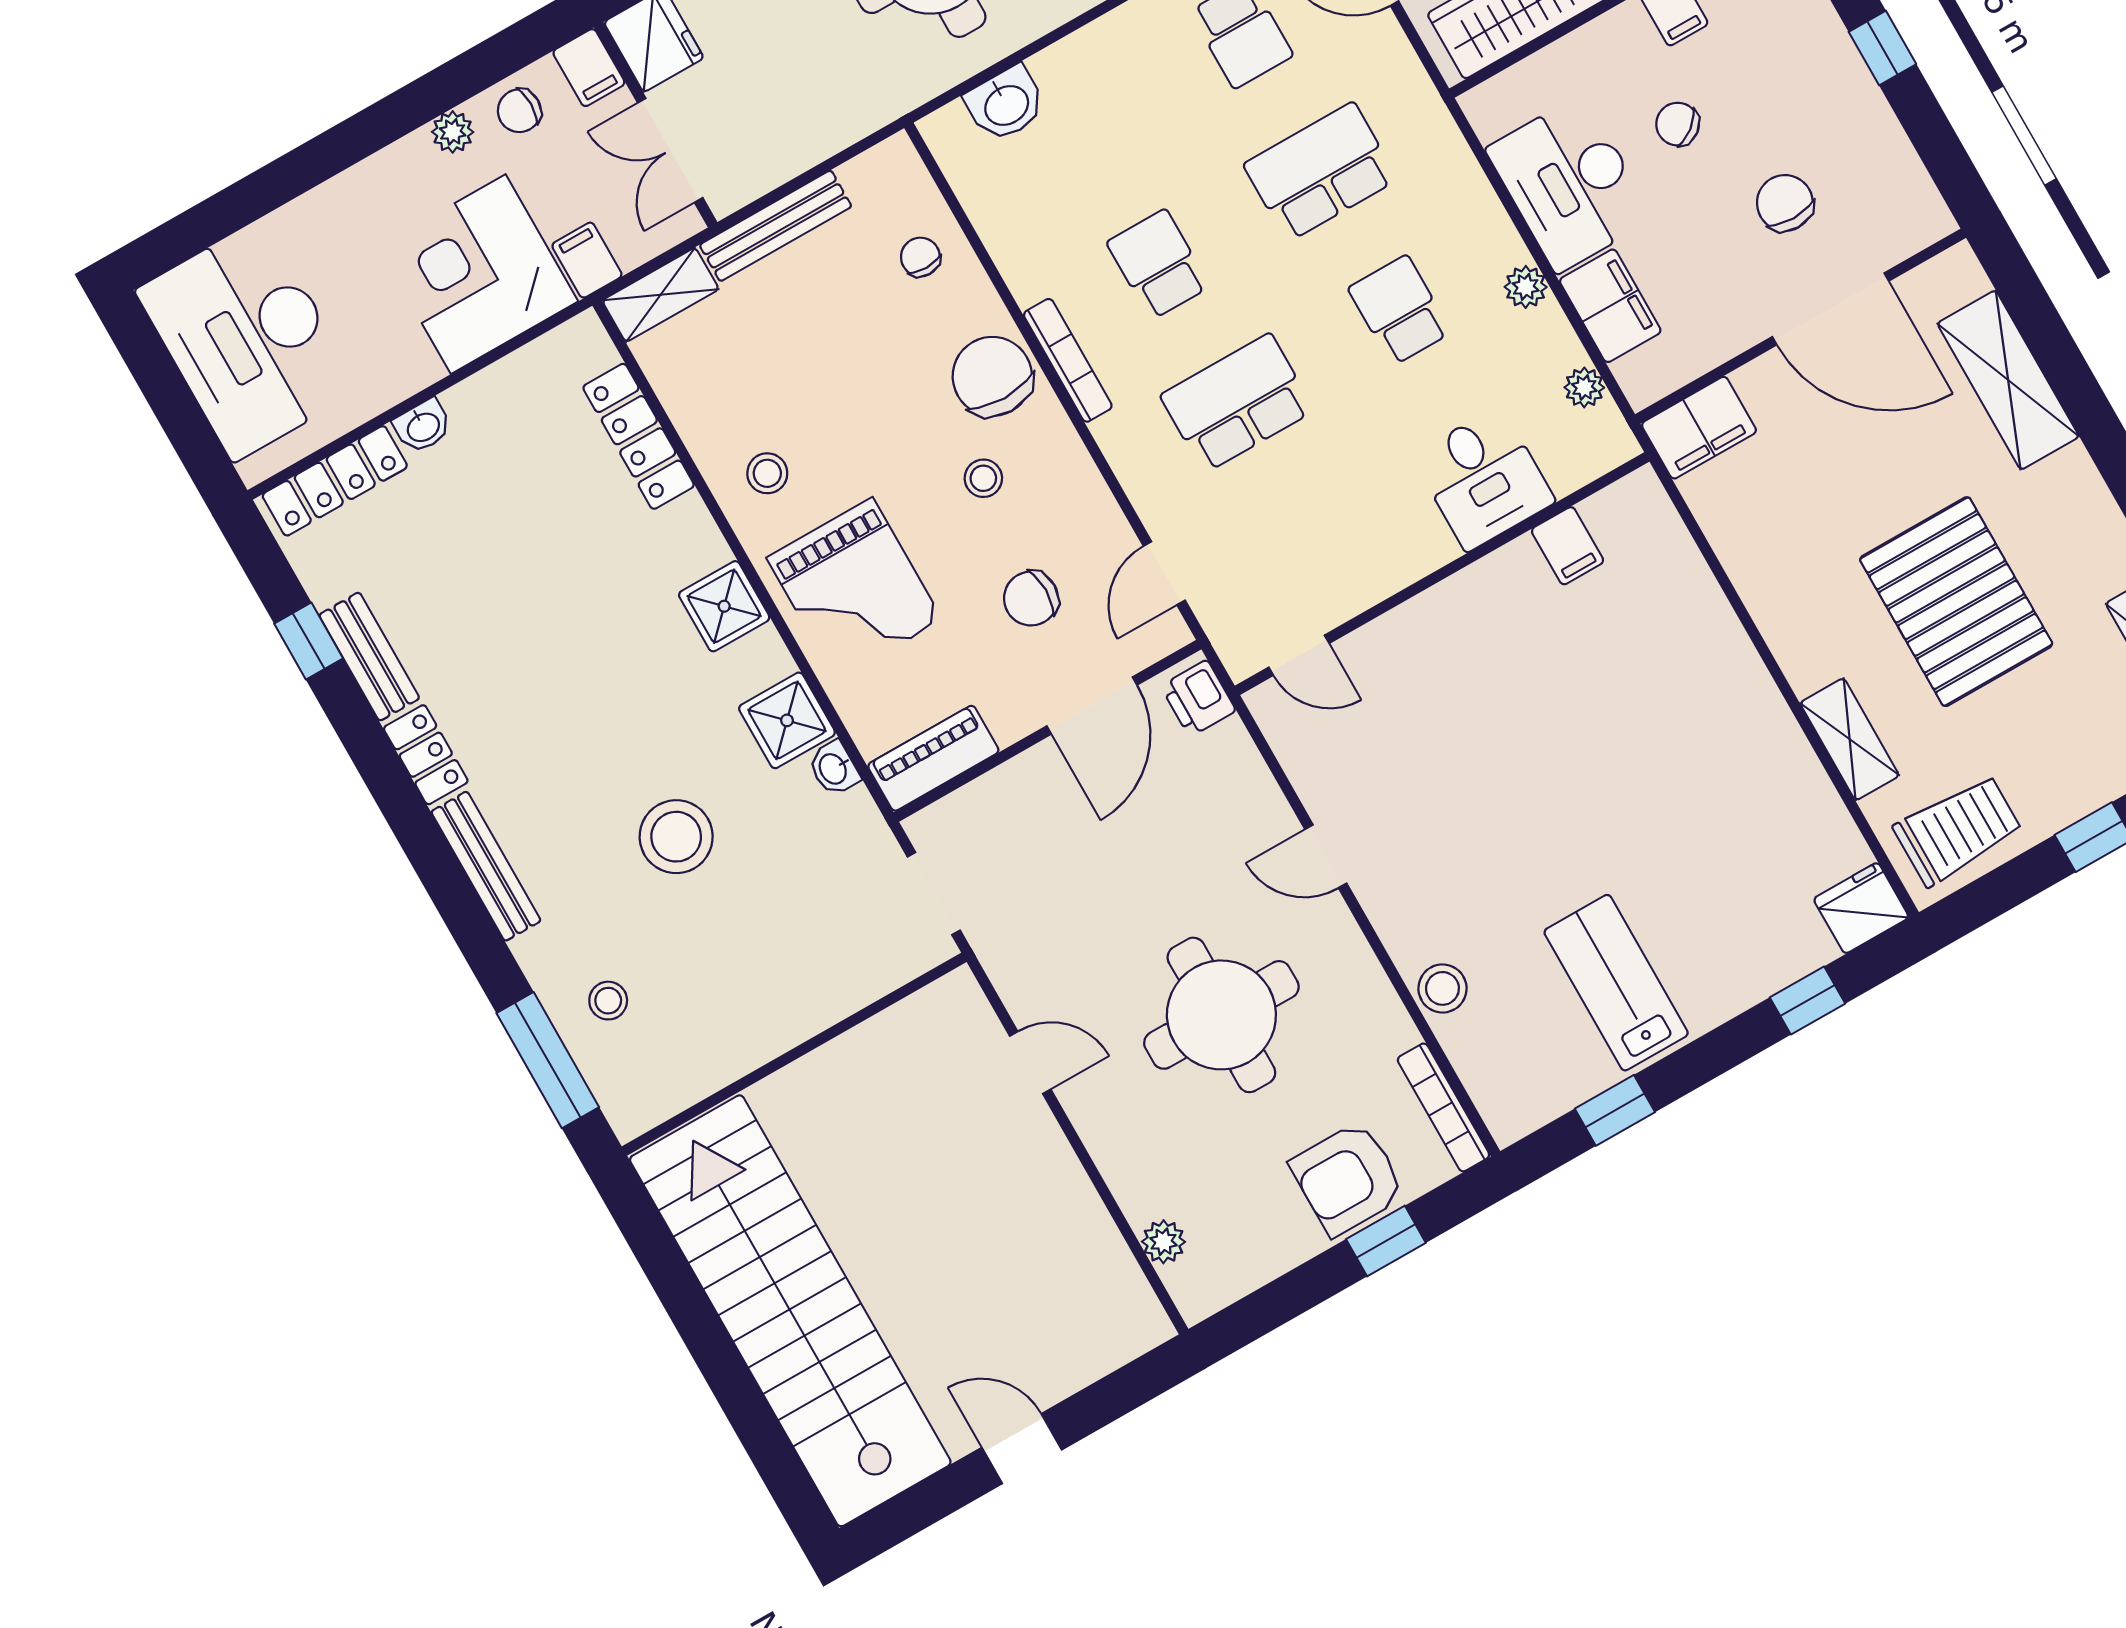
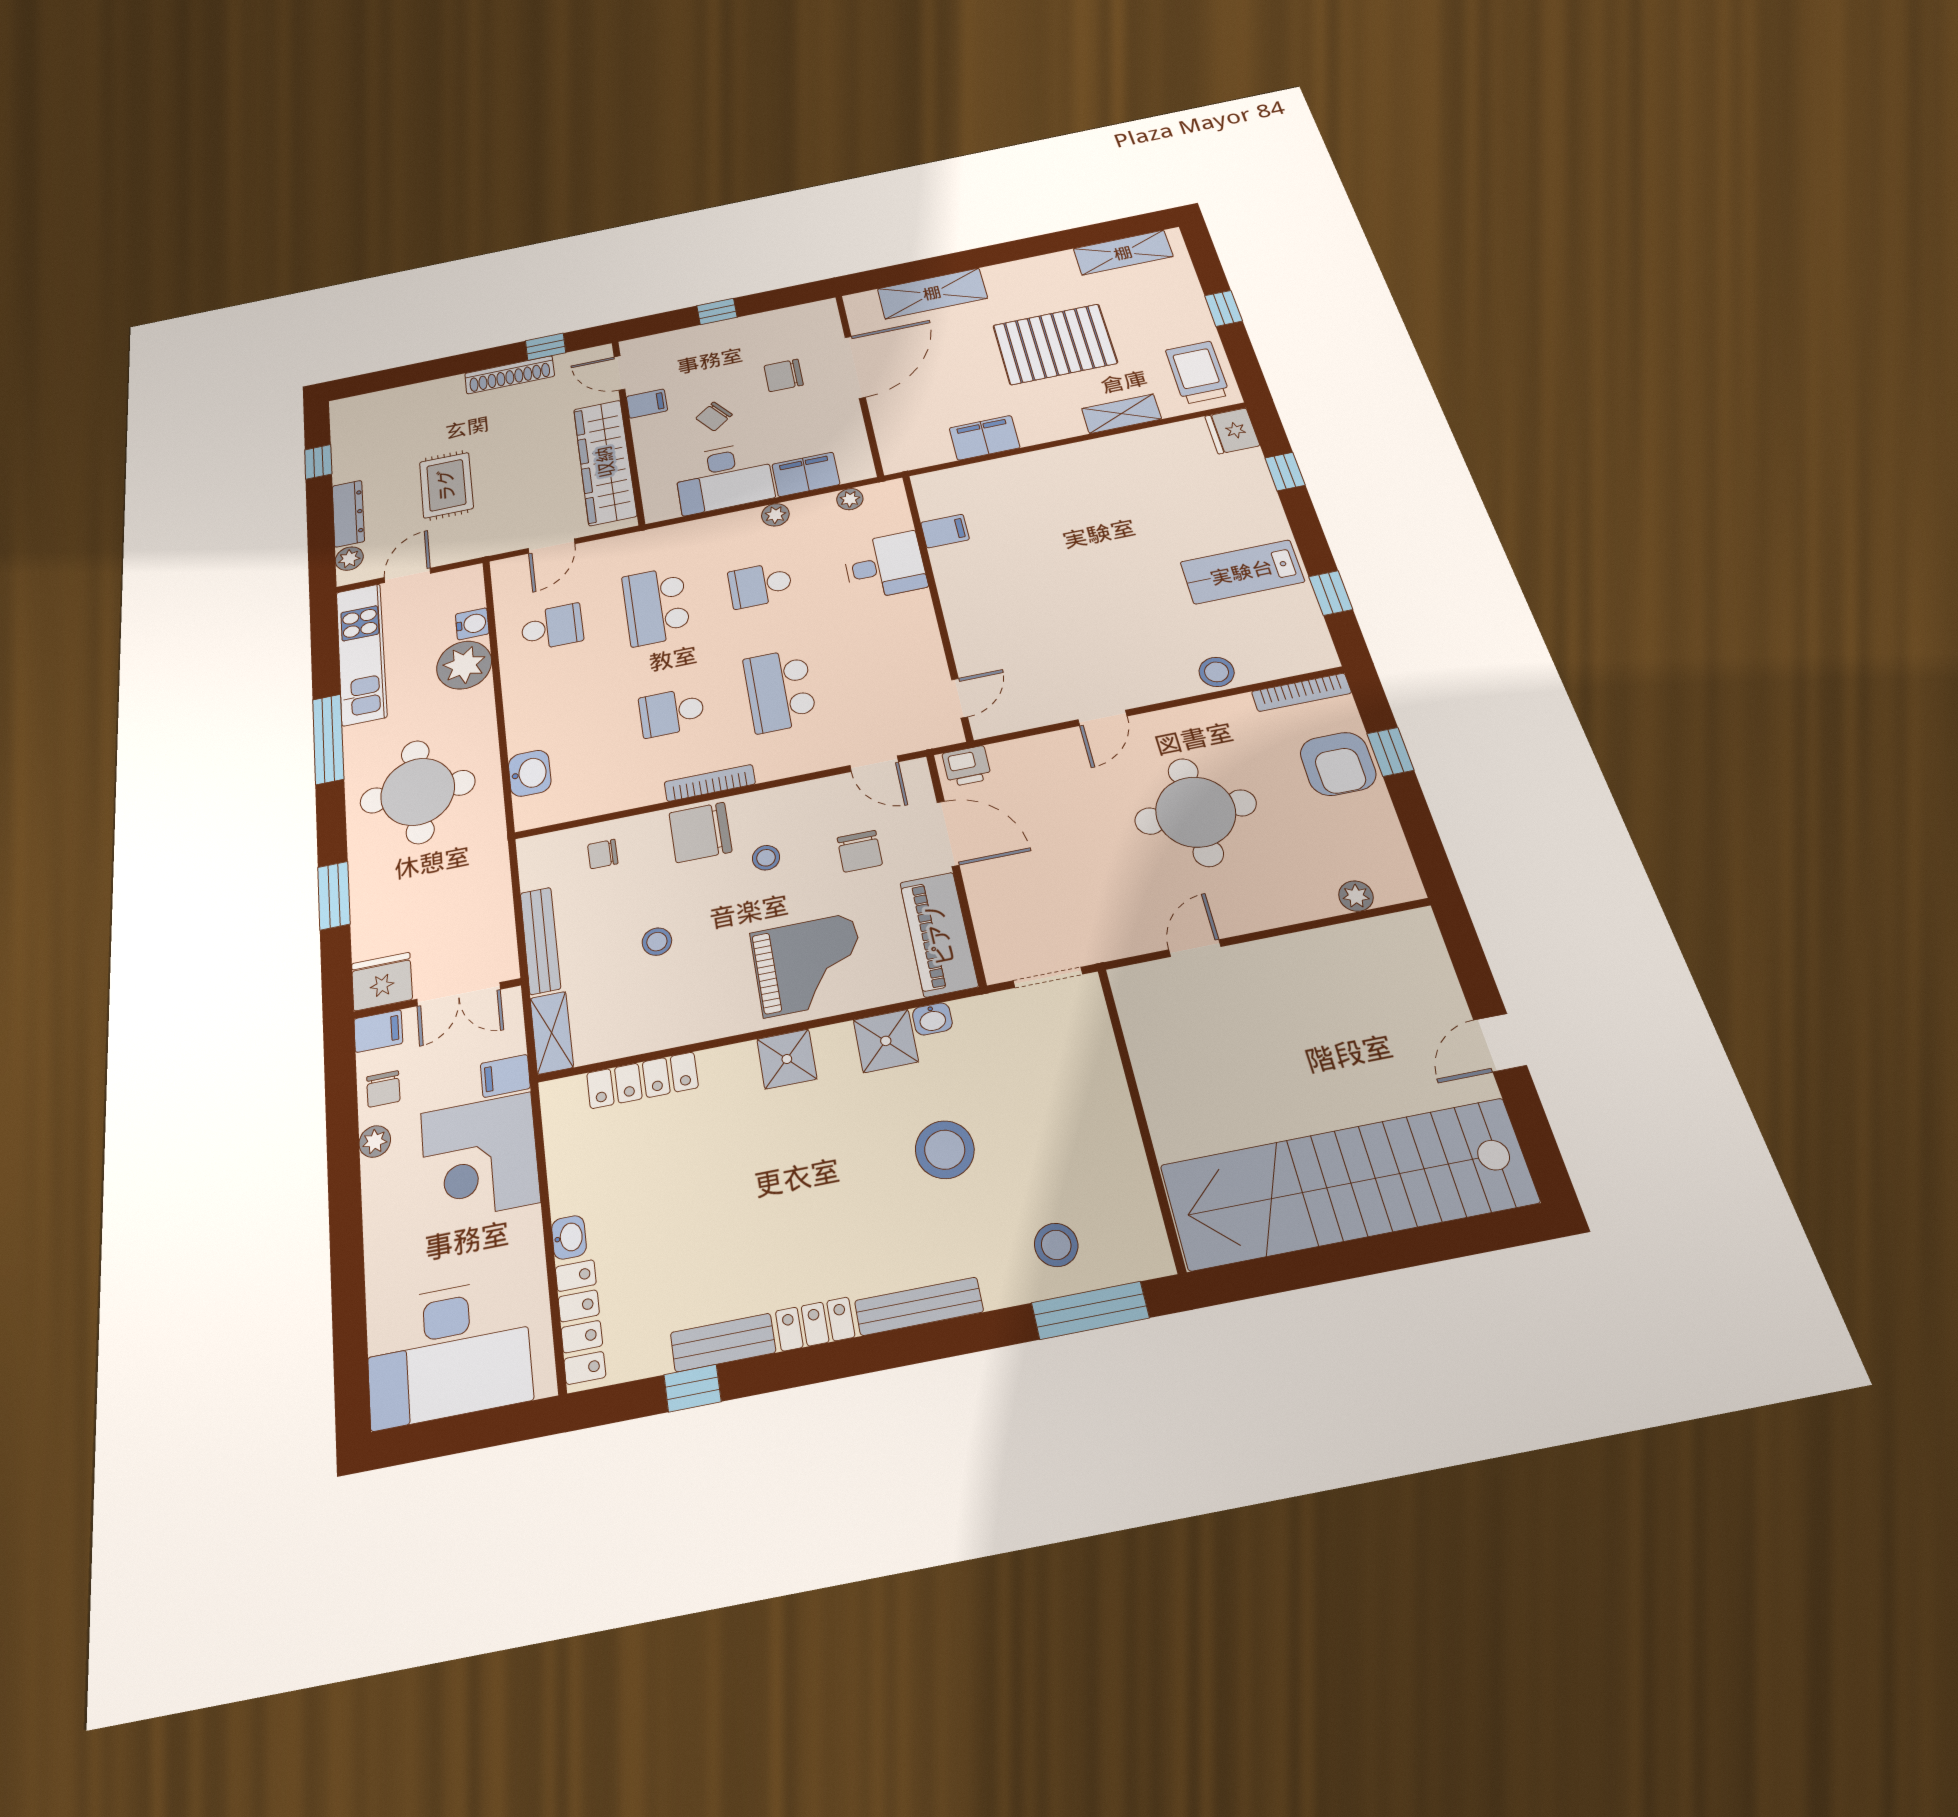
filing cabinet: (1699, 428) -> (985, 438), moved, turned -90
stool: (767, 473) -> (657, 942), moved
piano: (933, 758) -> (939, 934), width x1.37, depth x1.33
stool: (608, 1001) -> (1056, 1245), width x1.37, depth x1.37

